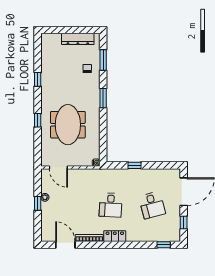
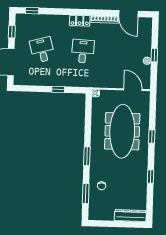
dresser: (78, 39) -> (130, 216), moved
meeting table: (68, 125) -> (122, 131), width x1.36

